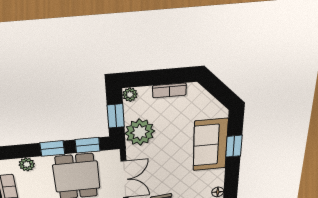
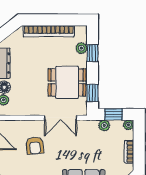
plant: (140, 132) -> (104, 125), width x0.53, depth x0.53
window: (52, 148) -> (93, 53), moved

